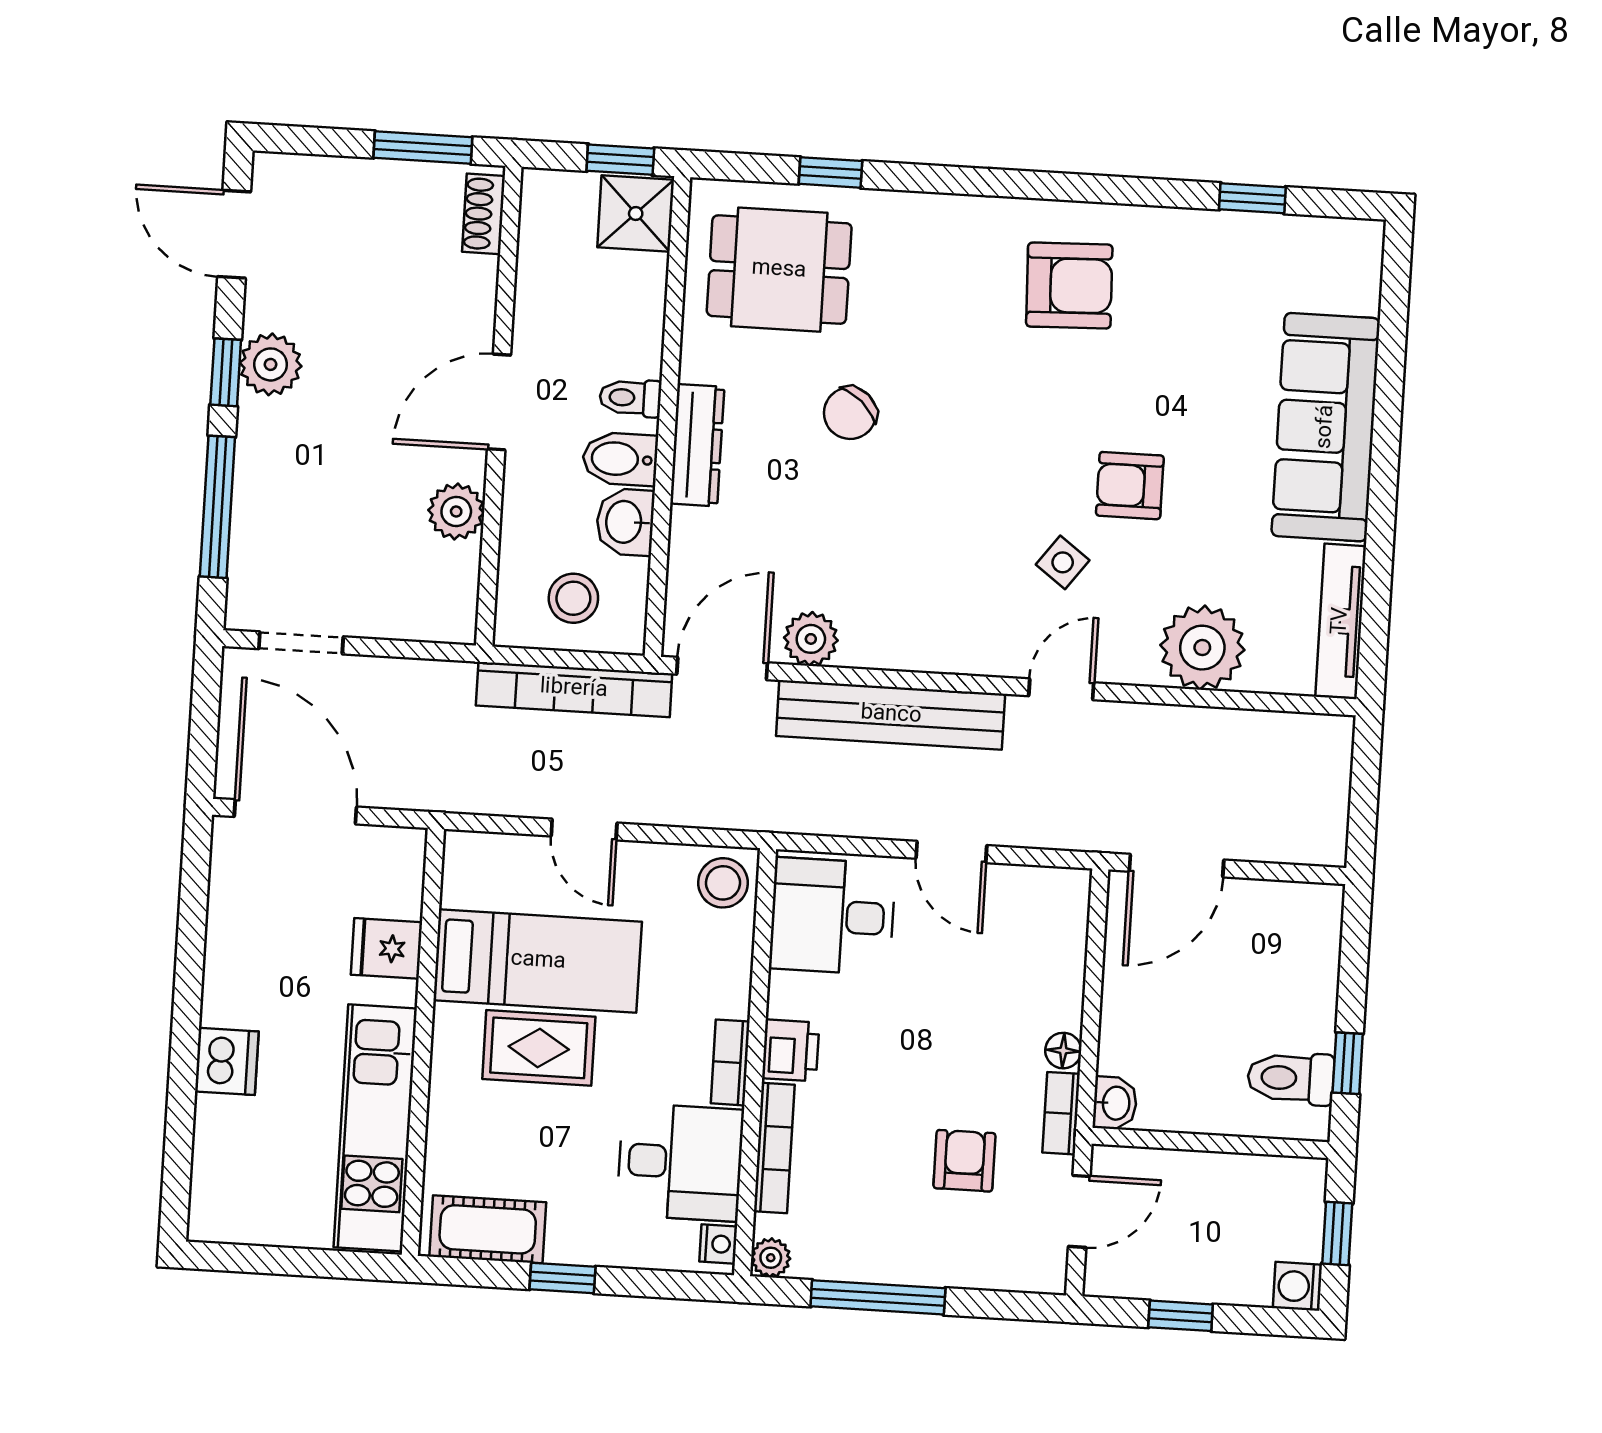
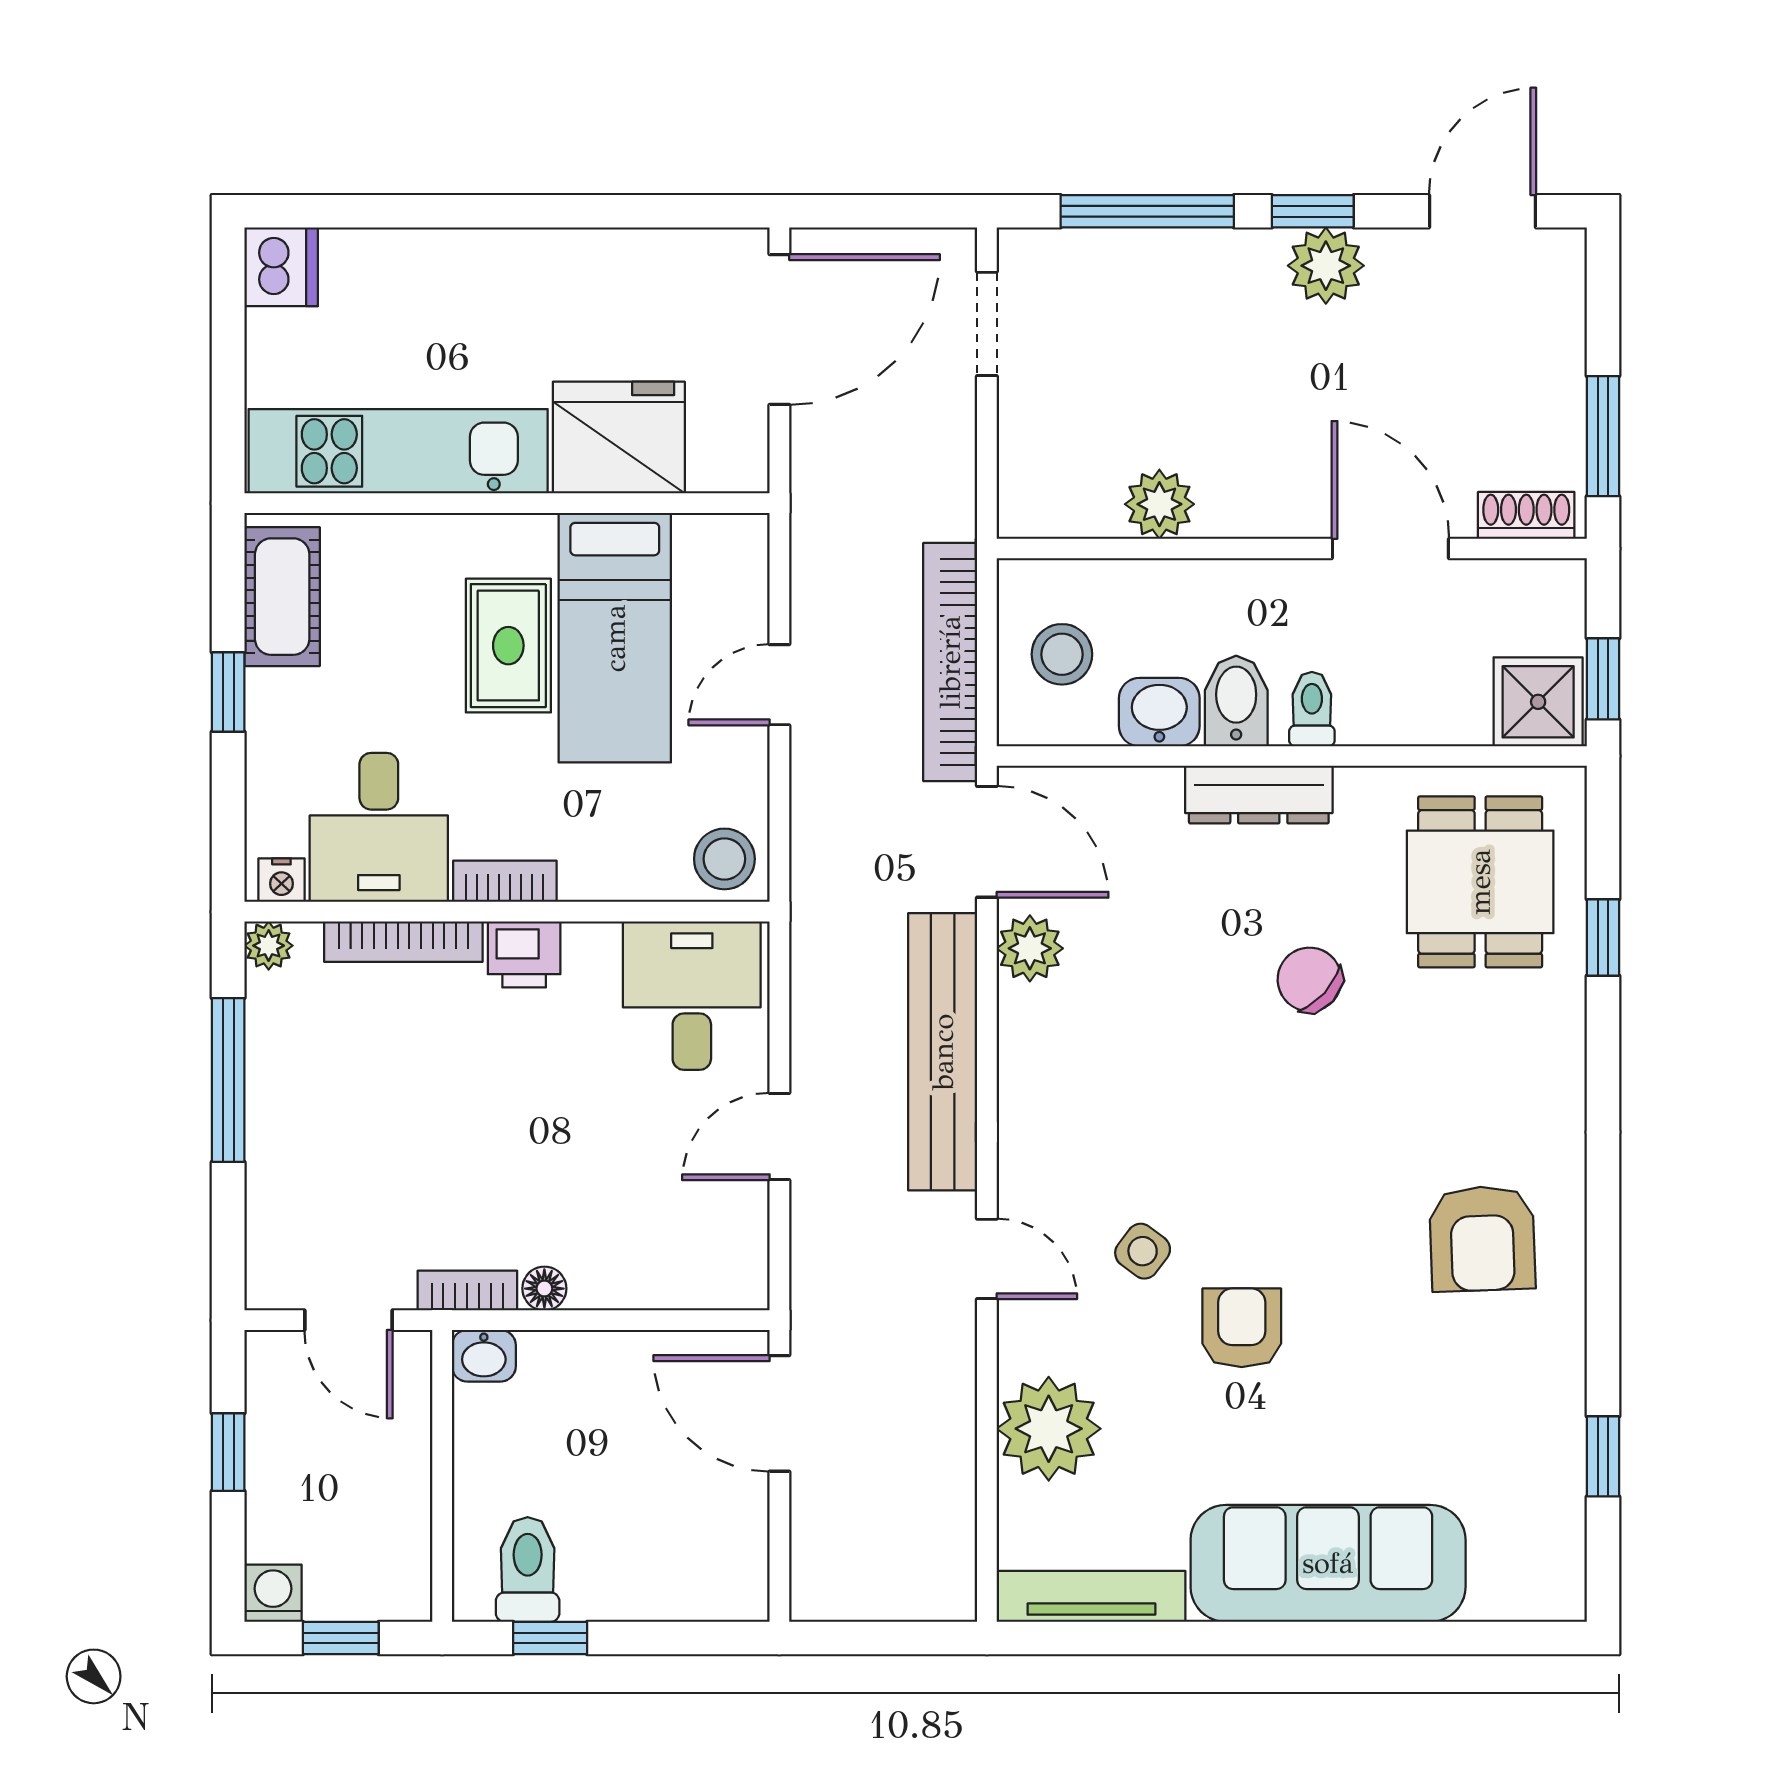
door: (499, 402) -> (1390, 548), moved
fridge: (387, 948) -> (619, 438), width x1.88, depth x1.34
dishwasher: (227, 1061) -> (281, 267), moved, turned -90
armchair: (964, 1161) -> (402, 1176), removed

